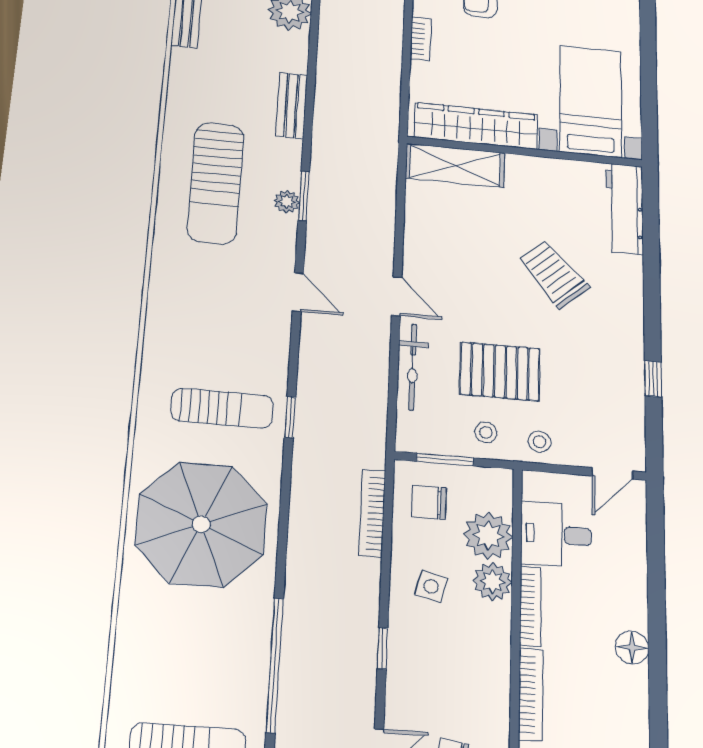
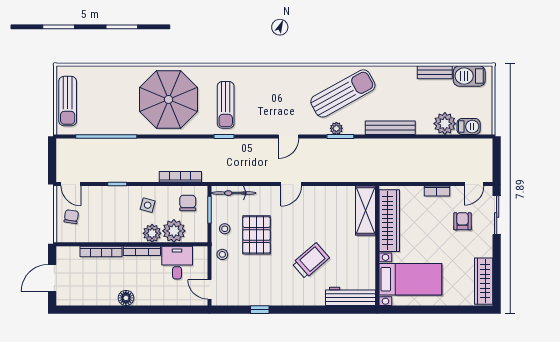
bench: (292, 106) -> (390, 128), width x1.36
sun lounger: (216, 183) -> (343, 93), turned 151
bicycle: (413, 367) -> (234, 193), moved

